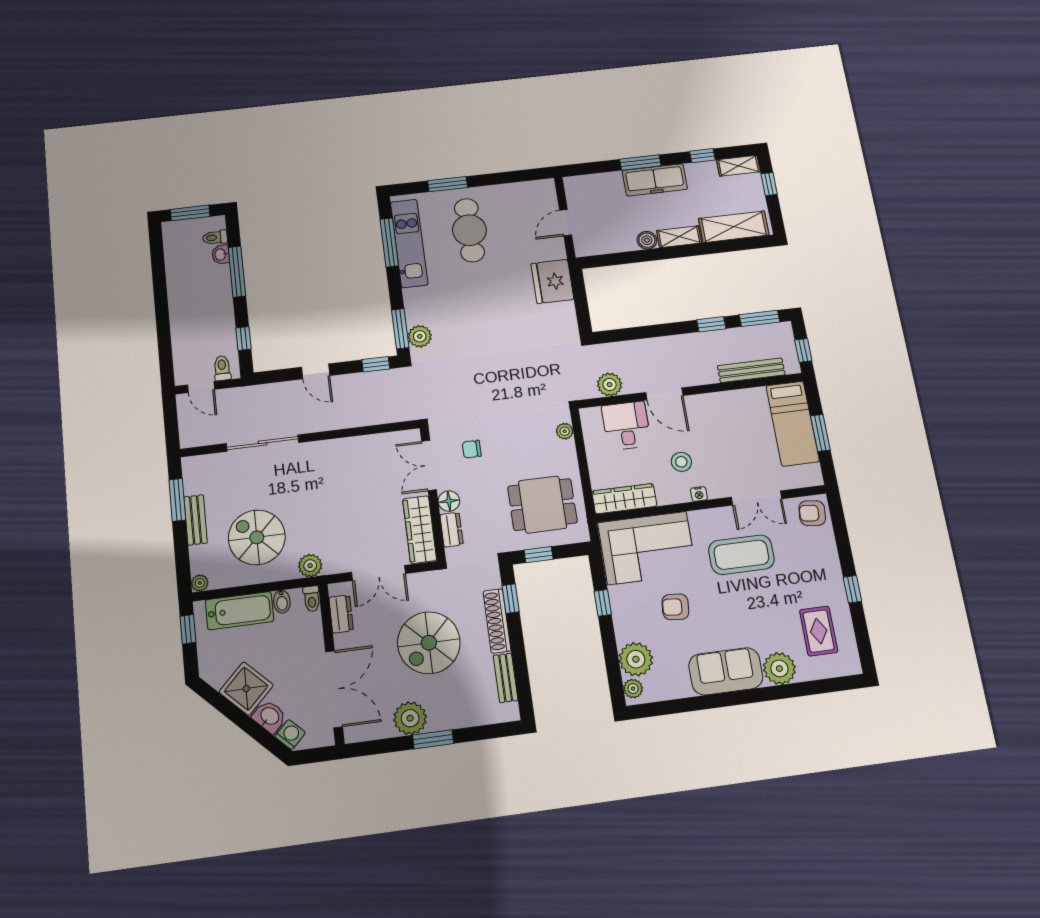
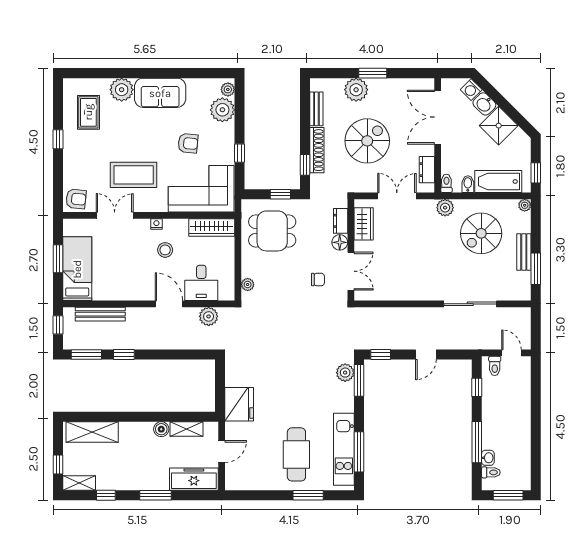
freezer: (655, 180) -> (194, 479), moved
shelving: (679, 237) -> (187, 429), moved
door: (316, 371) -> (426, 355), swing flipped
wardrobe: (420, 530) -> (364, 224), width x0.67
spiral stairs: (257, 537) -> (481, 233), turned 90
plant: (410, 718) -> (356, 90), moved

